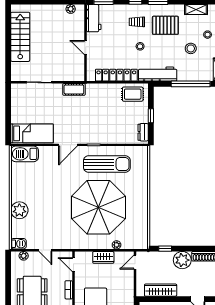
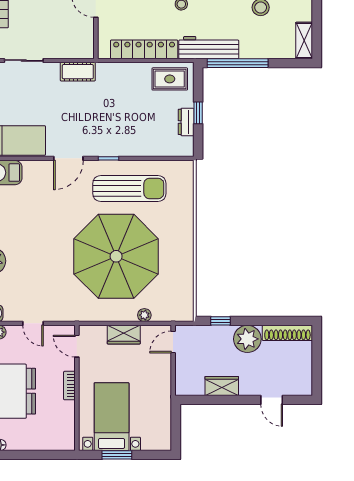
window: (191, 84) -> (238, 63), moved
dresser: (143, 132) -> (186, 122), moved
wardrobe: (161, 290) -> (222, 386), width x0.67

